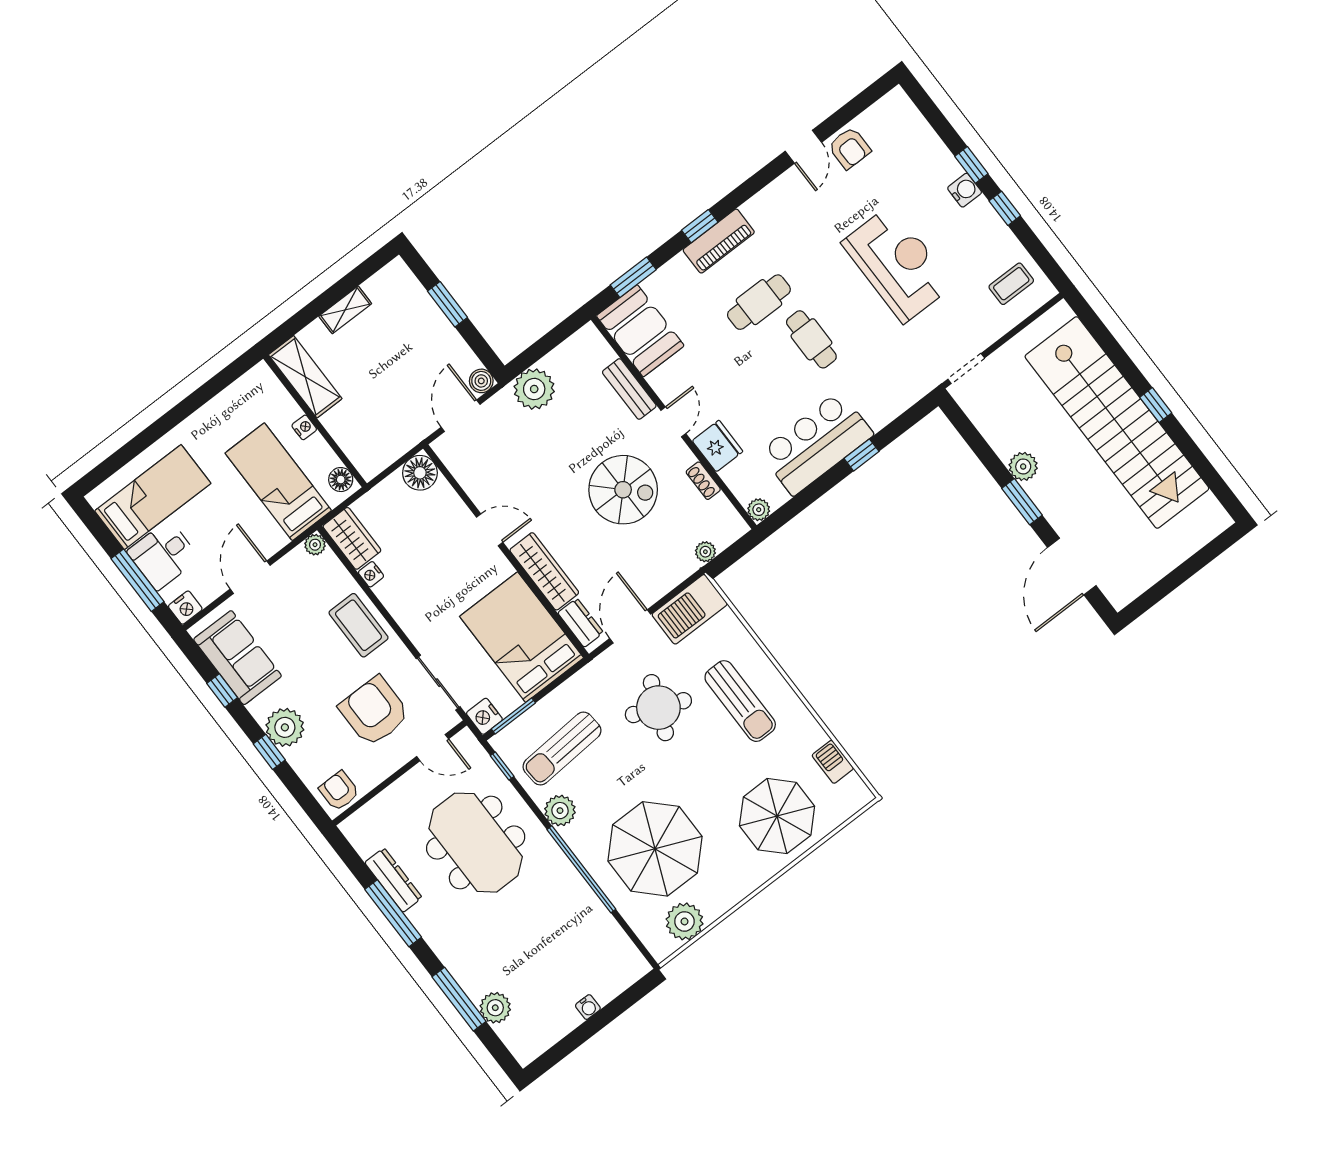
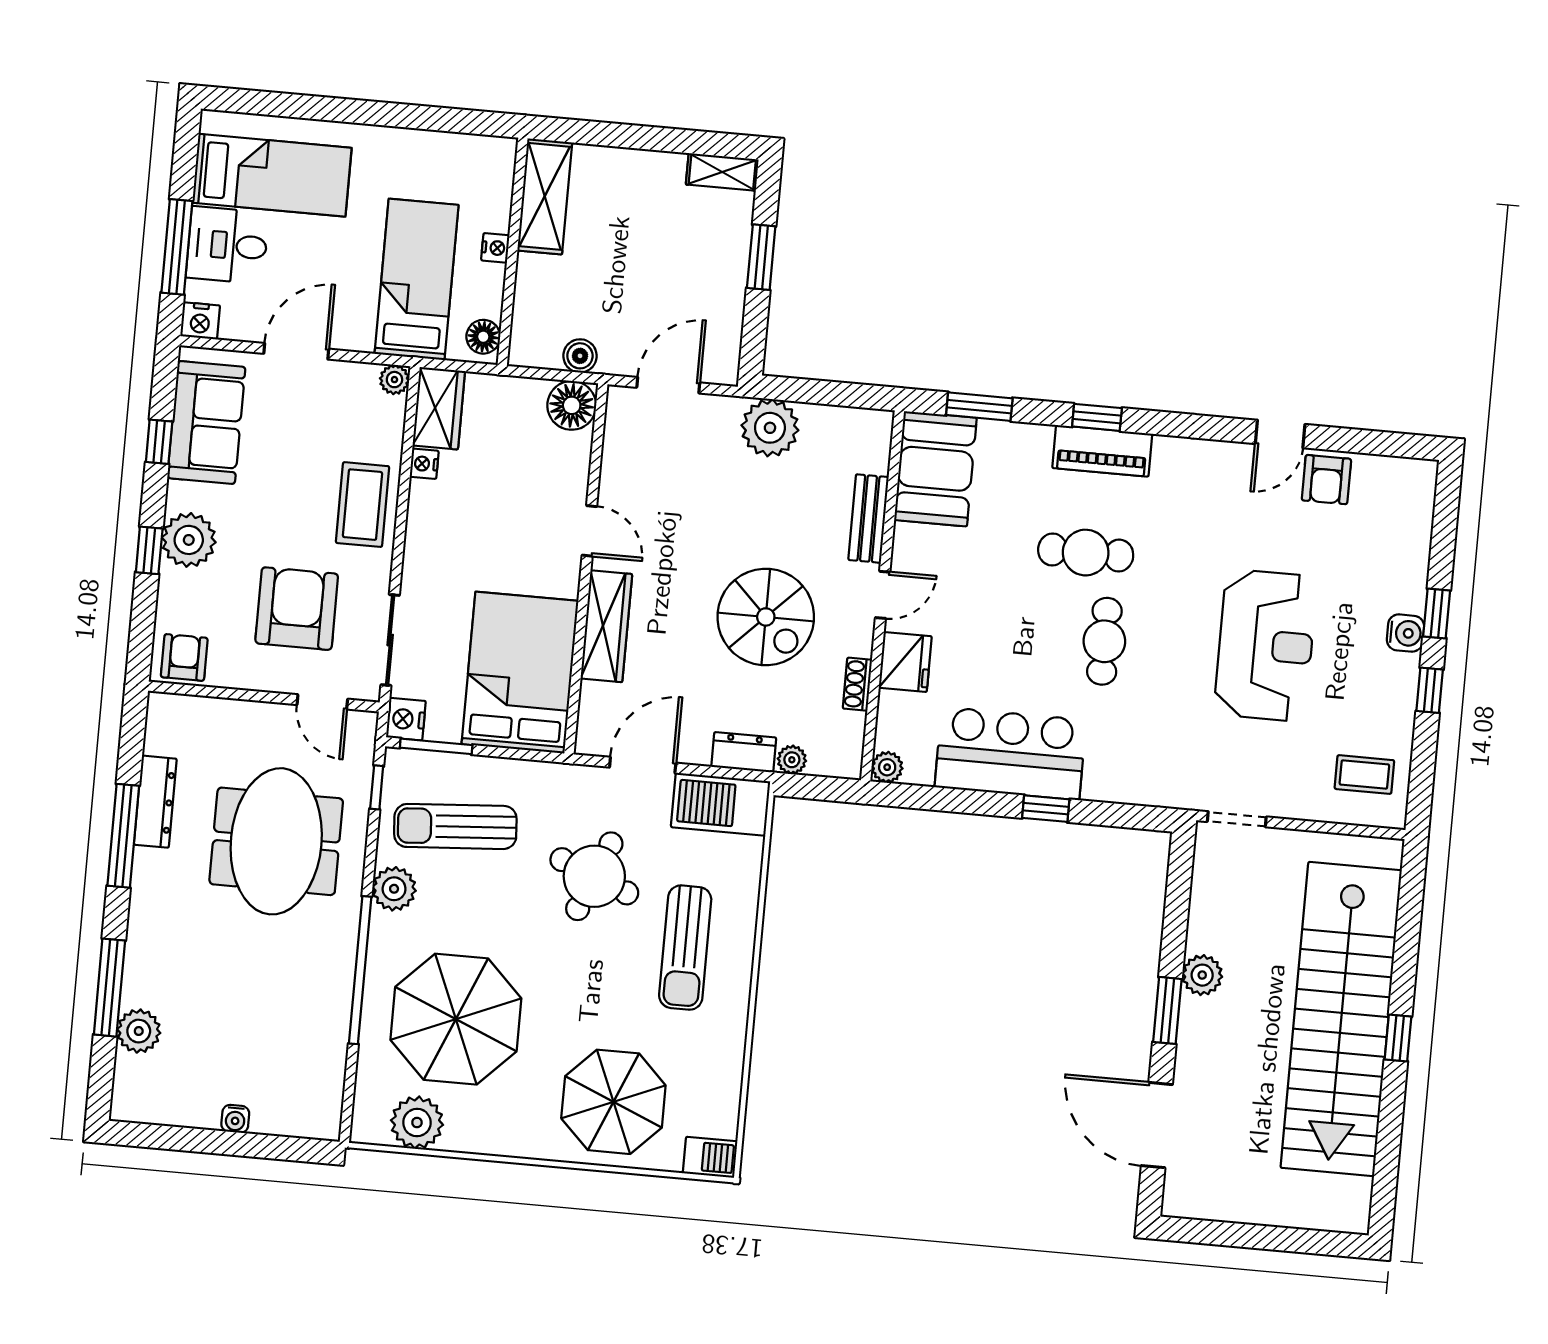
shelving: (345, 310) -> (722, 172), moved
boiler: (481, 381) -> (580, 356), moved
door: (1072, 567) -> (1157, 1125), hinge flipped
dresser: (581, 623) -> (744, 752), moved, turned -90
barbecue: (833, 762) -> (710, 1157), moved, turned 90

